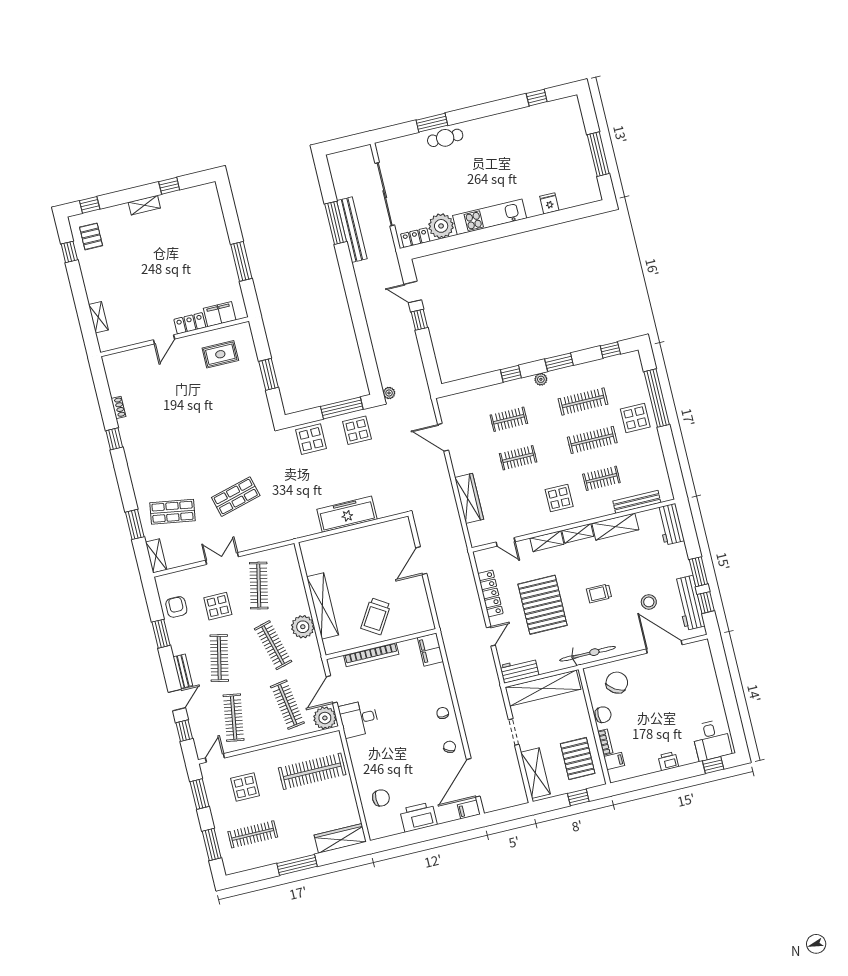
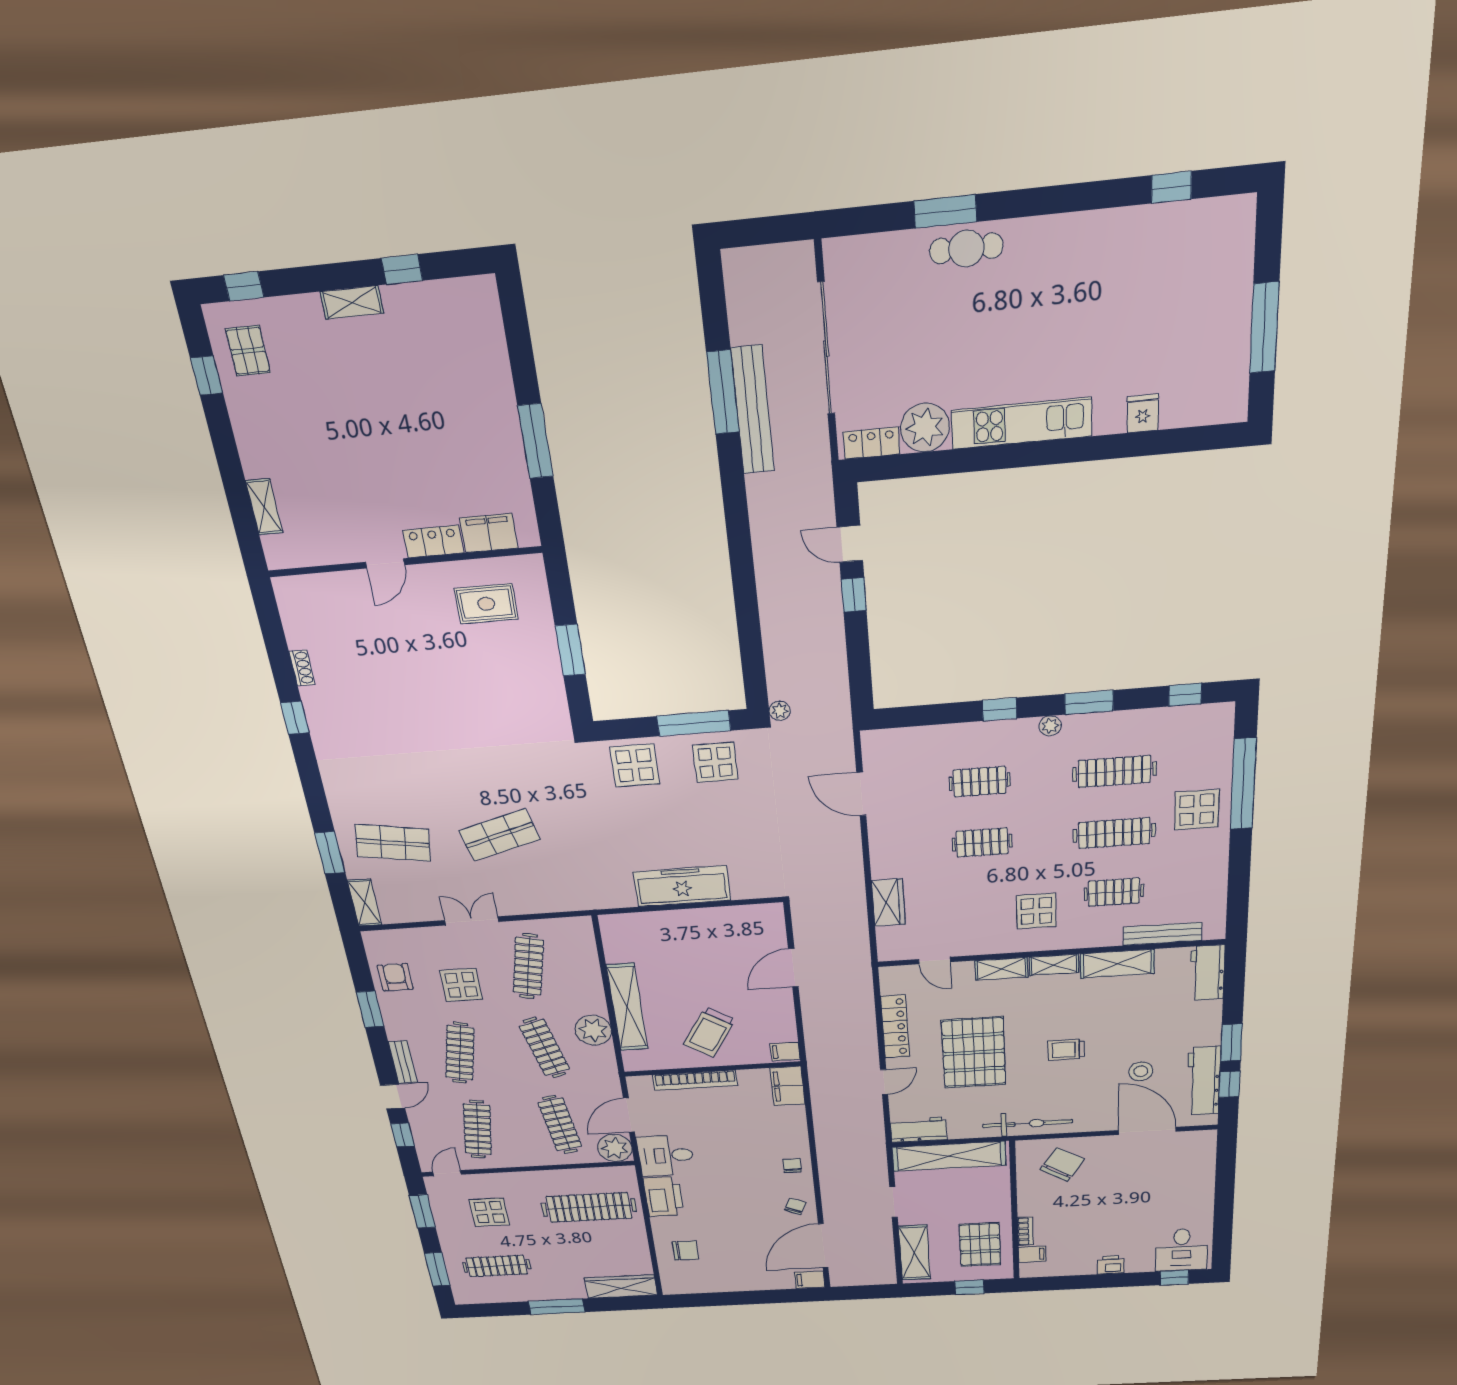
wardrobe: (469, 498) -> (888, 903), width x0.67
filing cabinet: (425, 623) -> (785, 1052), added
chair: (603, 715) -> (1031, 1199), removed
printer: (418, 817) -> (664, 1197), moved, turned 90

